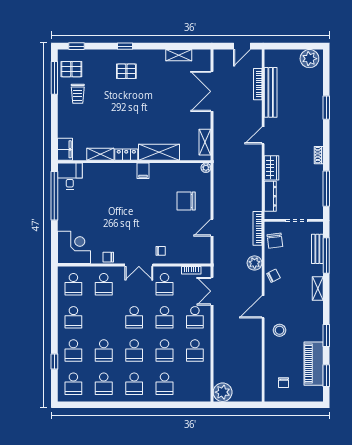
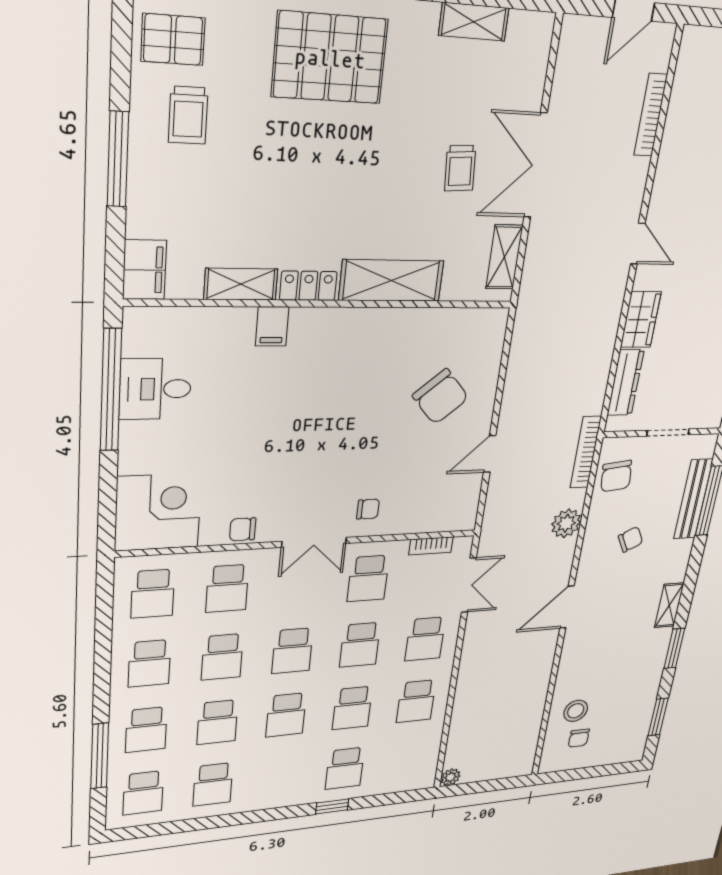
pallet: (126, 71) -> (330, 58), width x2.05, depth x2.00
window: (54, 78) -> (118, 159), moved
double door: (212, 91) -> (535, 166), moved
bench: (271, 92) -> (675, 138), removed
trolley: (181, 108) -> (460, 168), added
door: (263, 135) -> (638, 244), swing flipped
plant: (206, 168) -> (497, 319), removed
filing cabinet: (143, 171) -> (272, 326), moved
desk: (70, 176) -> (155, 389), moved, turned -90
chair: (186, 201) -> (441, 397), turned -131
bench: (317, 249) -> (693, 499), width x1.36
chair: (273, 276) -> (630, 539), moved
shelving: (318, 288) -> (669, 605), moved
double door: (212, 291) -> (469, 585), swing flipped
stool: (279, 330) -> (576, 711), moved
window: (54, 361) -> (100, 756), width x2.17
piano: (314, 364) -> (640, 699), removed
school desk: (134, 384) -> (222, 657), moved
plant: (223, 392) -> (450, 777), width x0.53, depth x0.53
window: (161, 405) -> (332, 806), added

